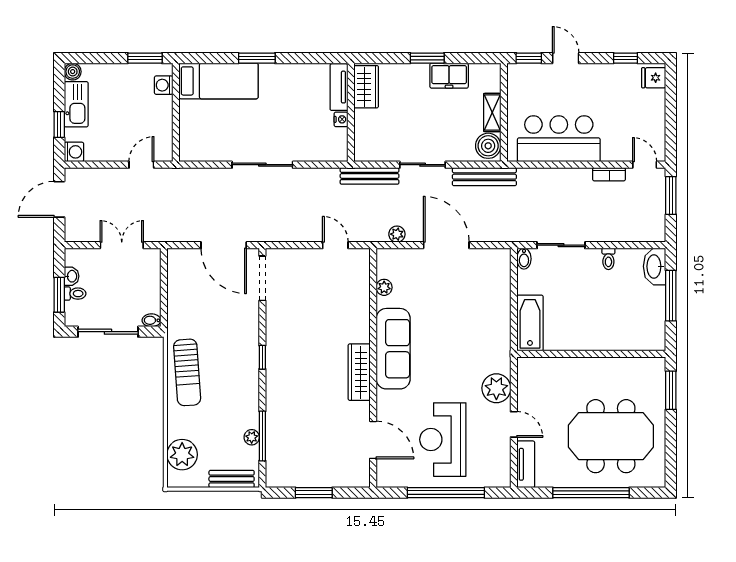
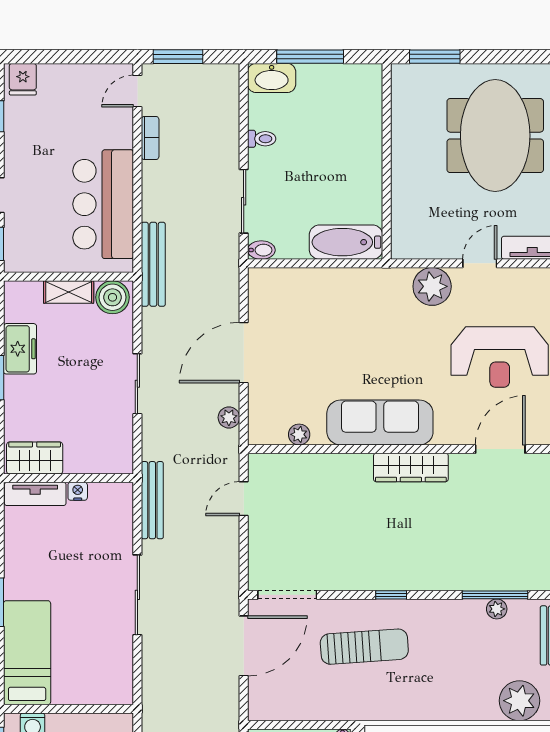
bench: (370, 176) -> (152, 500), moved
bench: (484, 177) -> (153, 264), moved
sun lounger: (187, 372) -> (364, 647), moved

